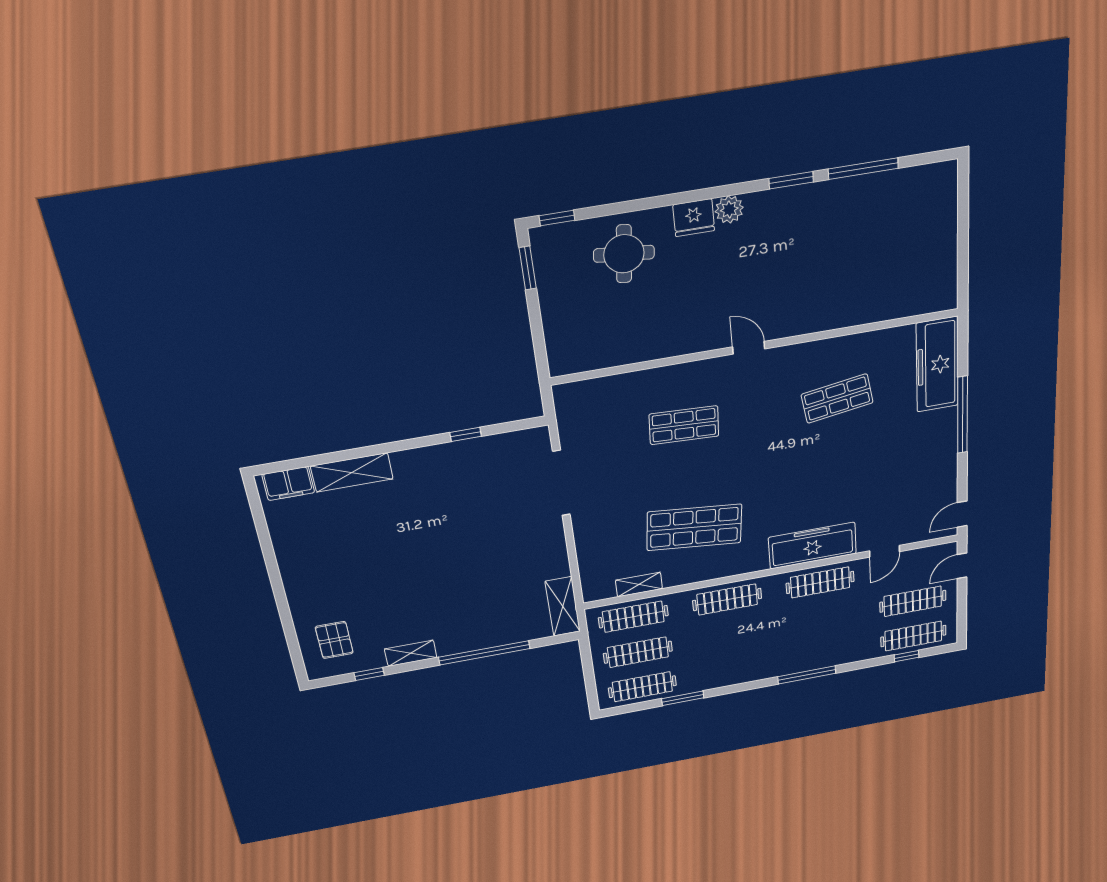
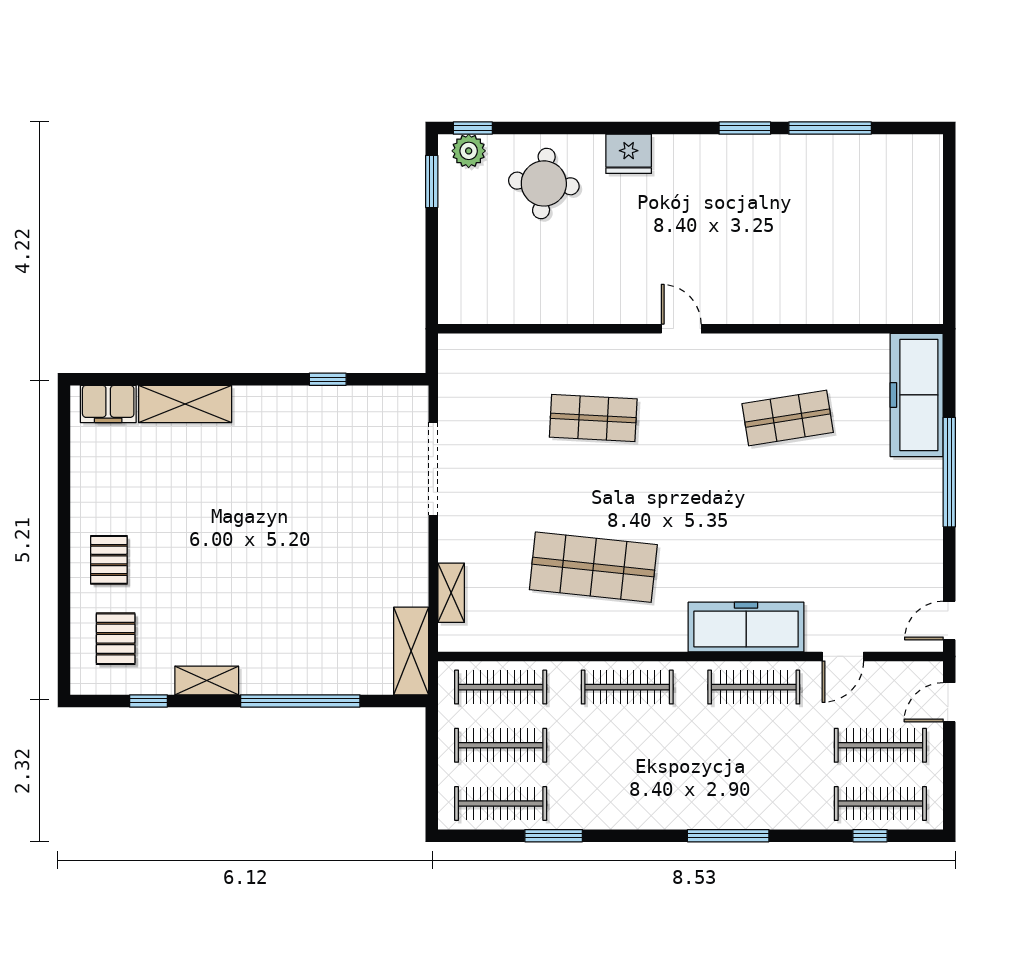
plant: (729, 209) -> (469, 151), moved
shelving: (639, 584) -> (451, 593), moved, turned 90
pallet: (316, 590) -> (109, 560), added

